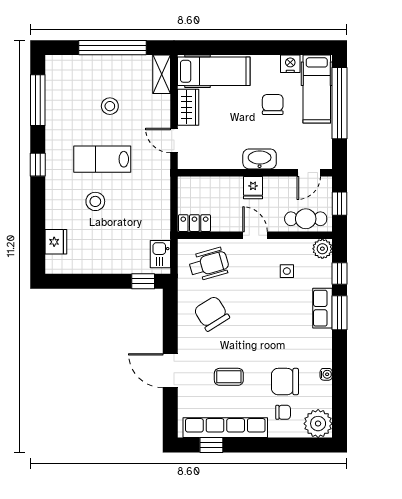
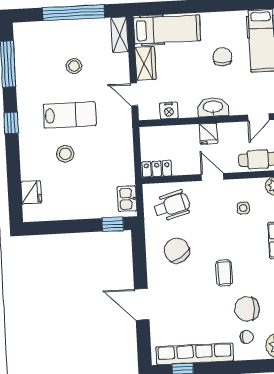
nightstand: (290, 64) -> (169, 111), moved, turned 180
lab bench: (102, 159) -> (70, 115), turned 180
coffee table: (229, 377) -> (224, 273), moved, turned 90

